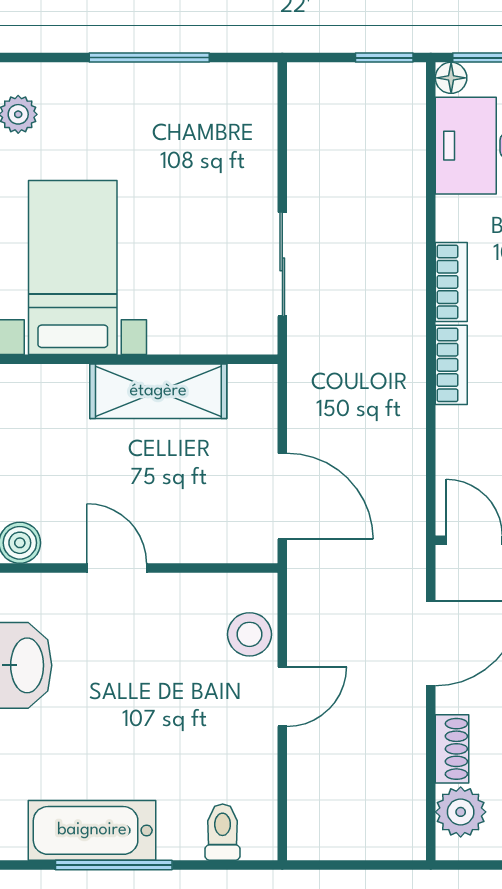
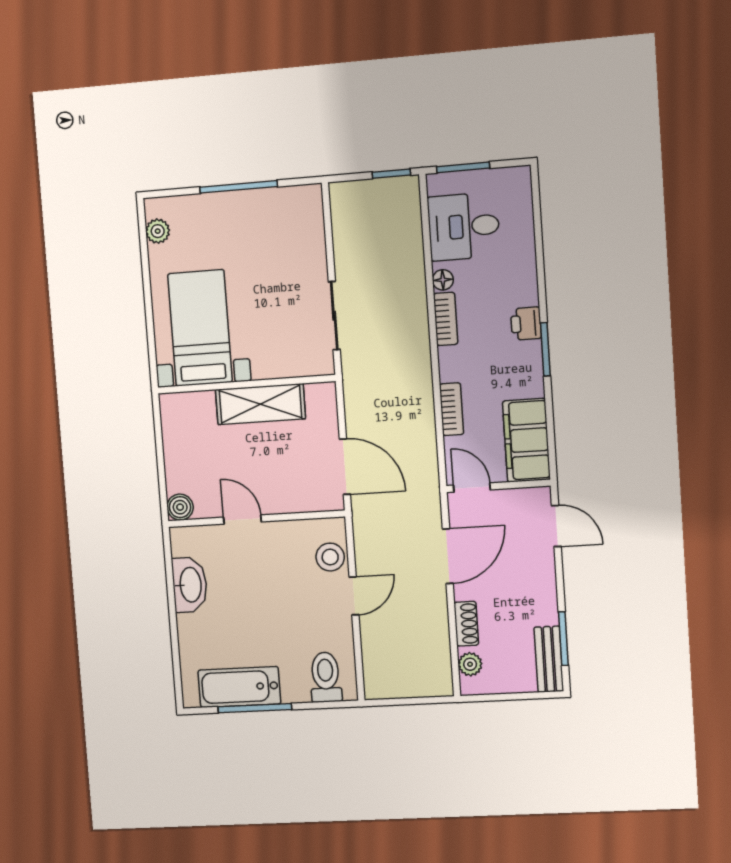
floor lamp: (451, 78) -> (443, 280), moved
bookcase: (451, 365) -> (452, 409), moved
plant: (461, 812) -> (470, 664), width x0.73, depth x0.73
toilet: (223, 832) -> (326, 677), width x1.37, depth x1.39

